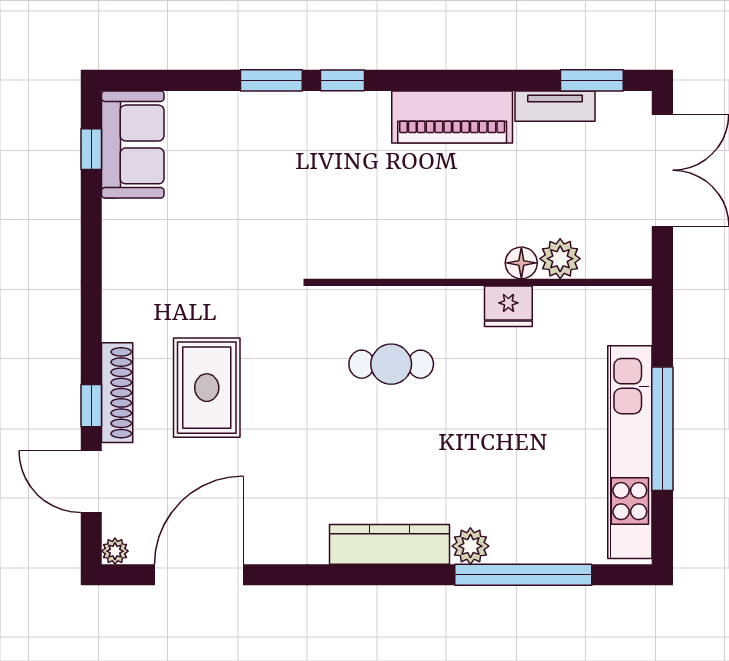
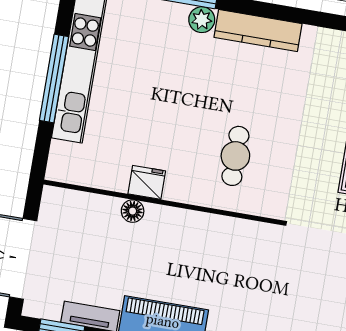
plant: (560, 259) -> (105, 209), removed
cafe table: (391, 364) -> (235, 156), turned 90

